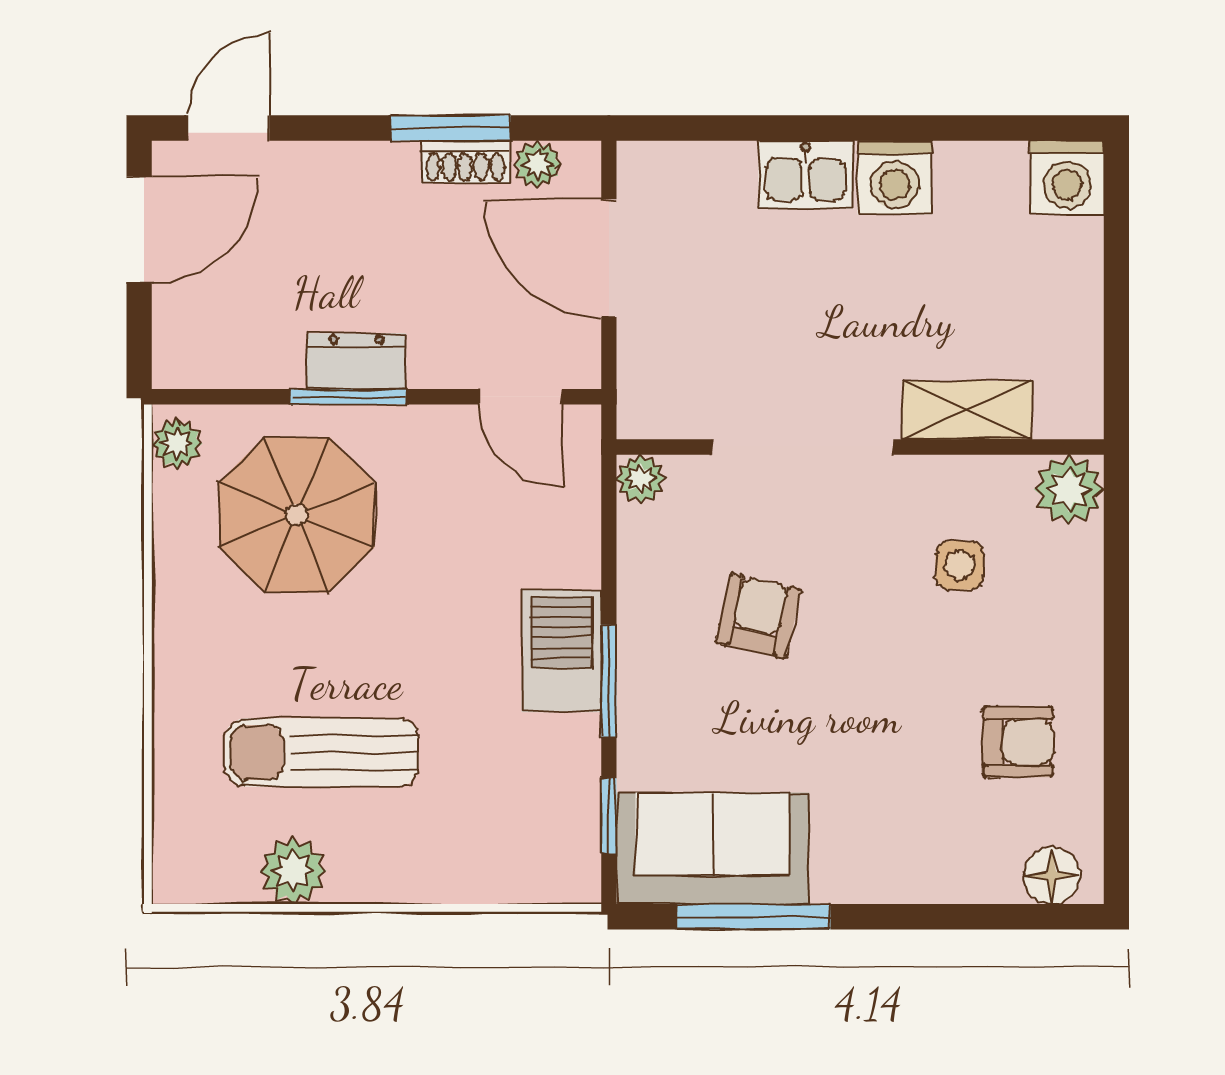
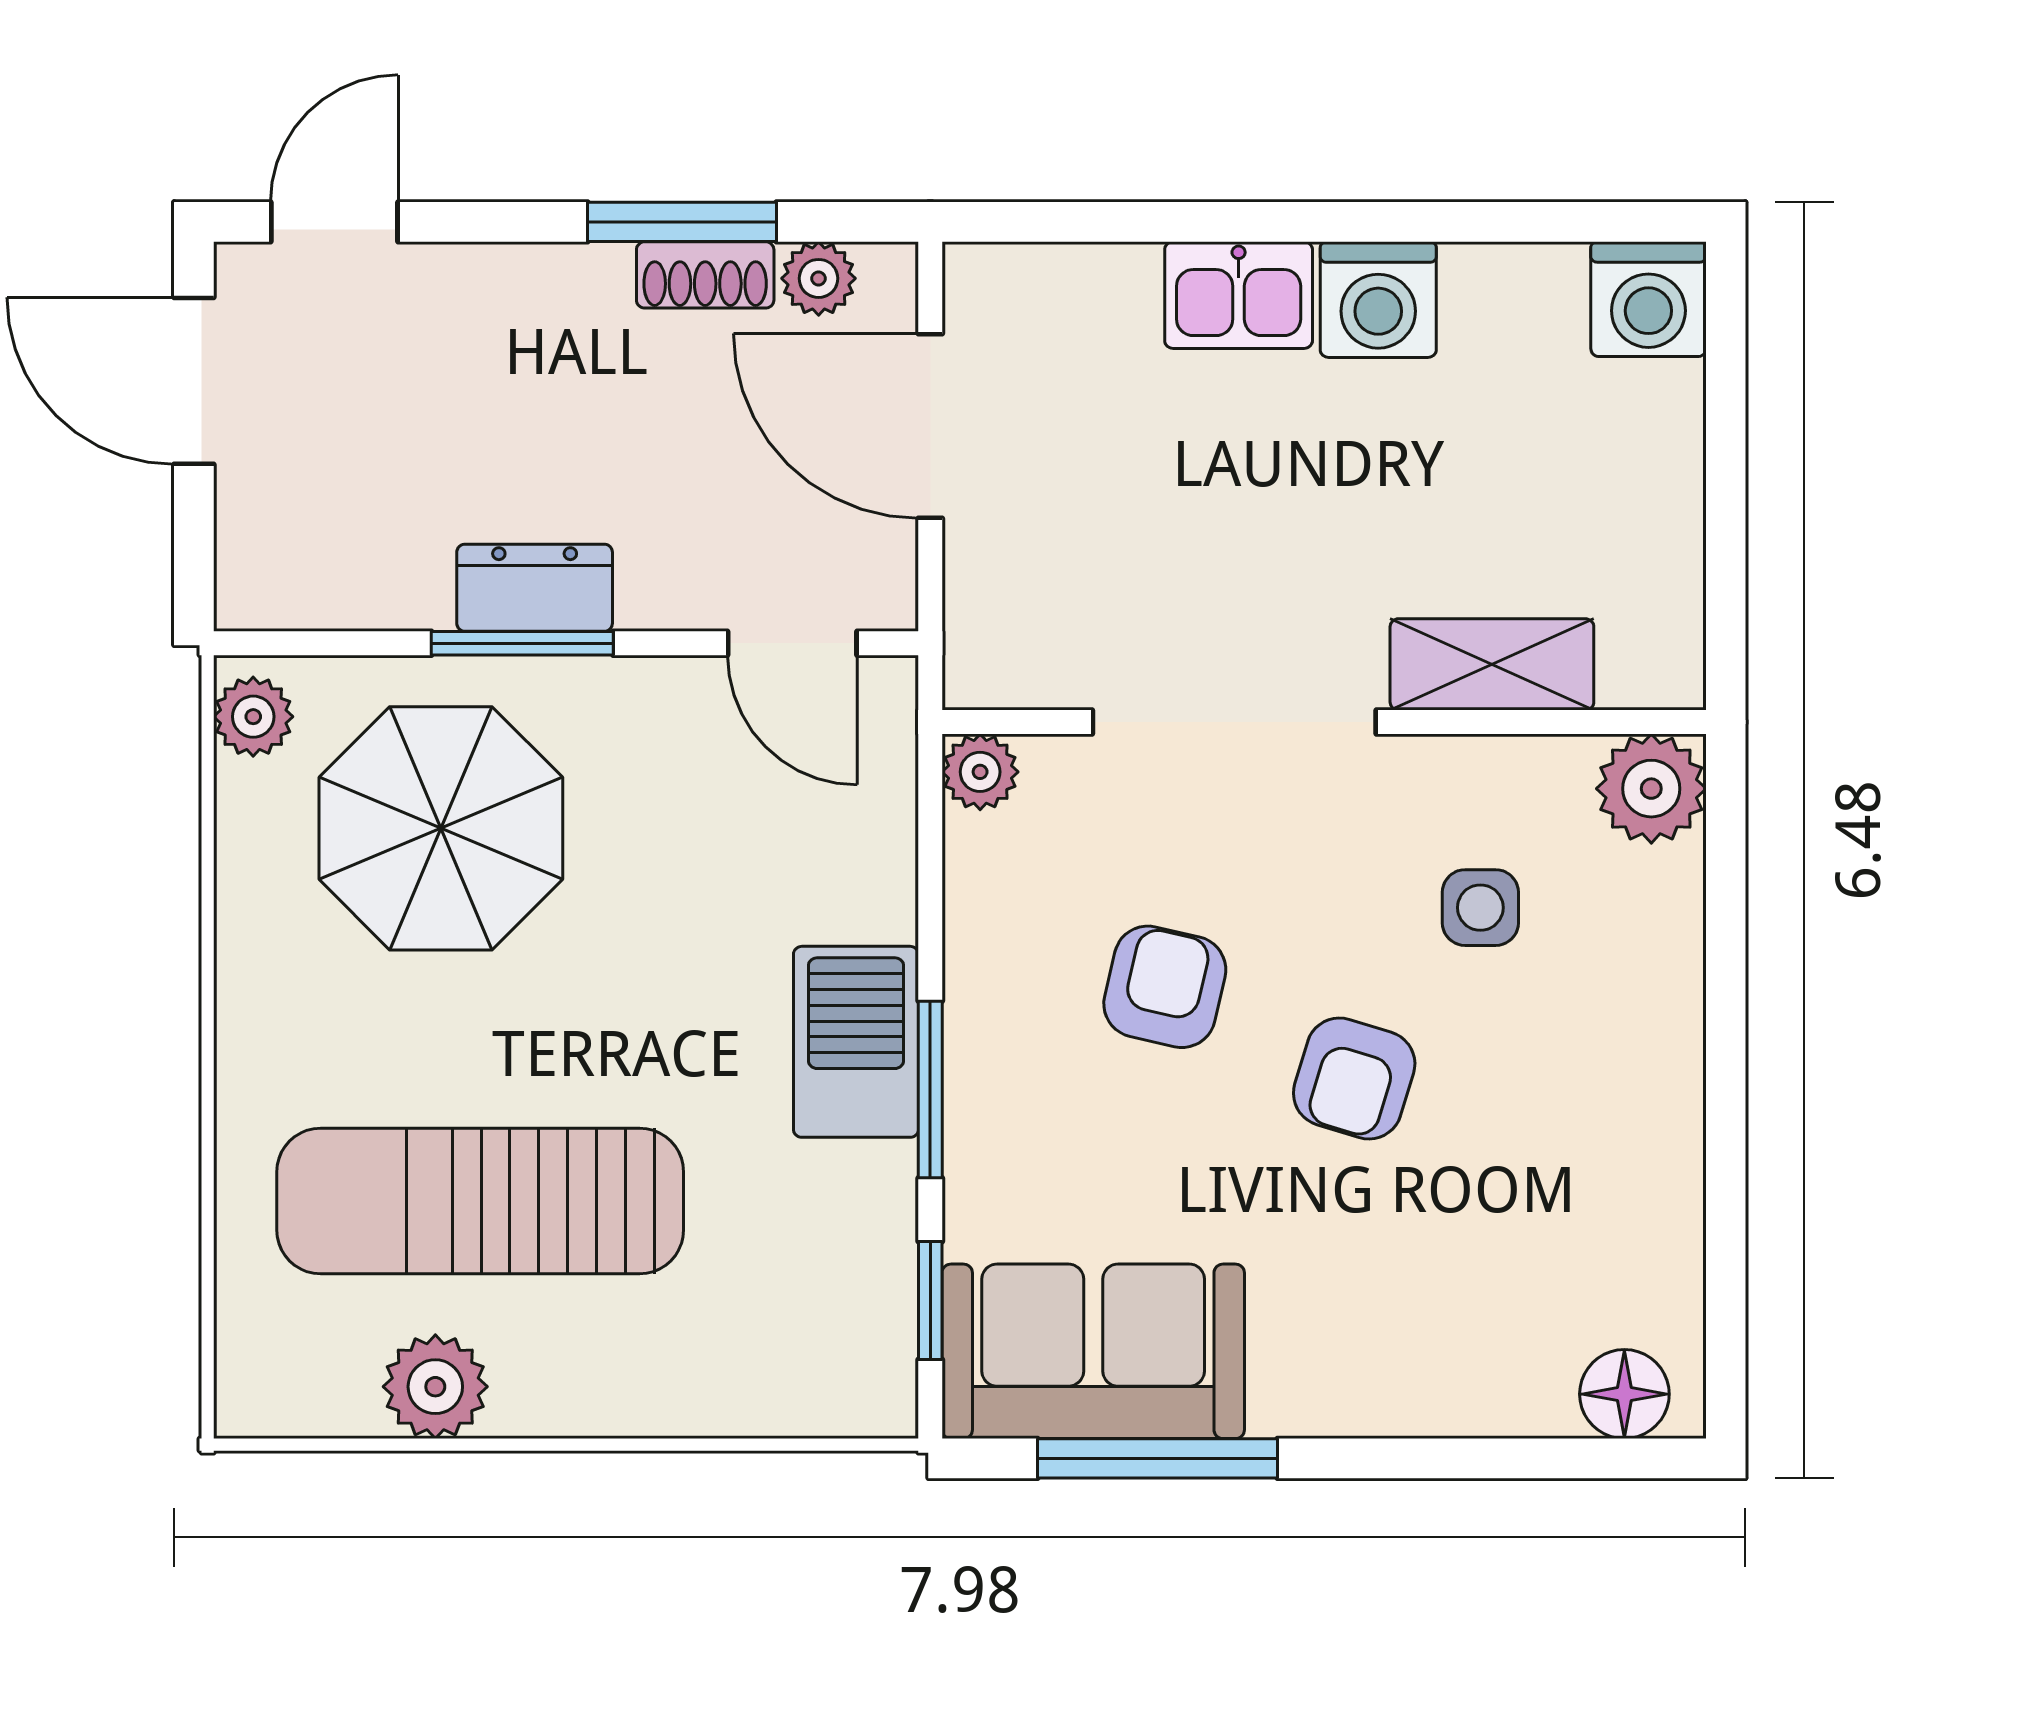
door: (139, 229) -> (194, 381), swing flipped
armchair: (1018, 742) -> (1354, 1078), moved, turned 107
sun lounger: (322, 753) -> (480, 1201), width x1.36, depth x1.34

